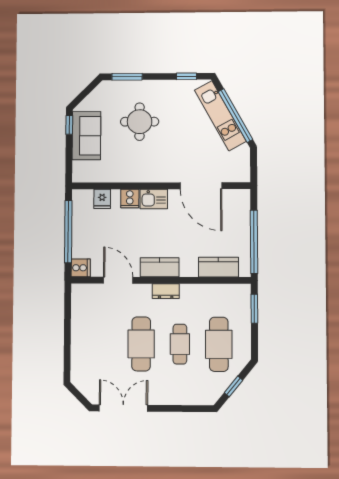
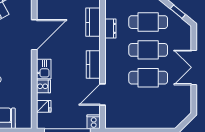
dresser: (166, 291) -> (110, 28), moved
cafe table: (180, 344) -> (148, 50), width x1.37, depth x1.35
double door: (123, 408) -> (194, 67), moved

